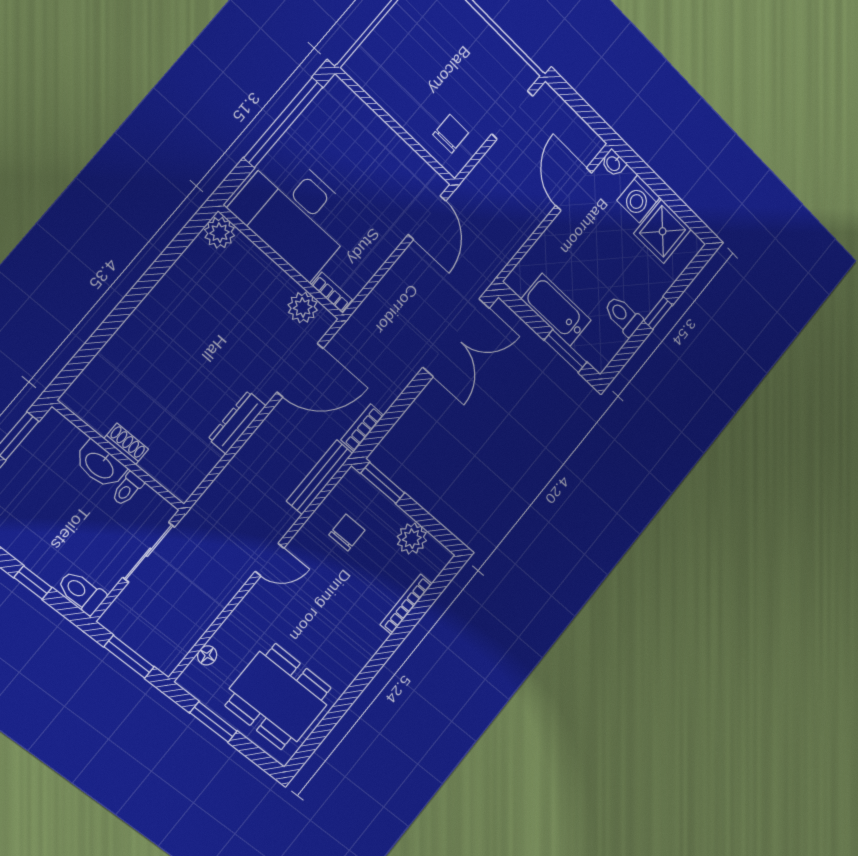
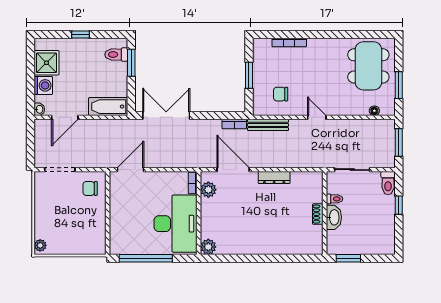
bathtub: (556, 310) -> (108, 107), moved, turned 90
toilet: (623, 316) -> (116, 55), moved, turned 90
window: (383, 483) -> (249, 75), moved
plant: (412, 539) -> (261, 64), removed

